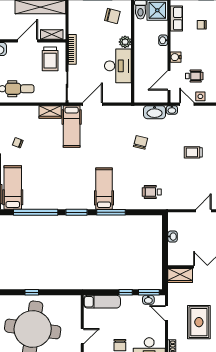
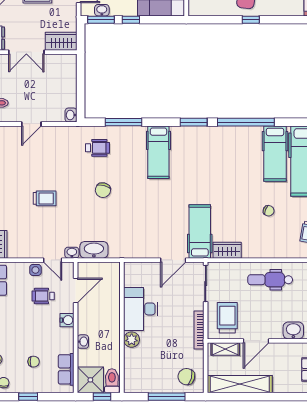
chair: (112, 16) -> (186, 377), moved
chair: (141, 142) -> (103, 190), moved
window: (111, 212) -> (124, 122), moved
washbasin: (173, 237) -> (71, 115), moved

